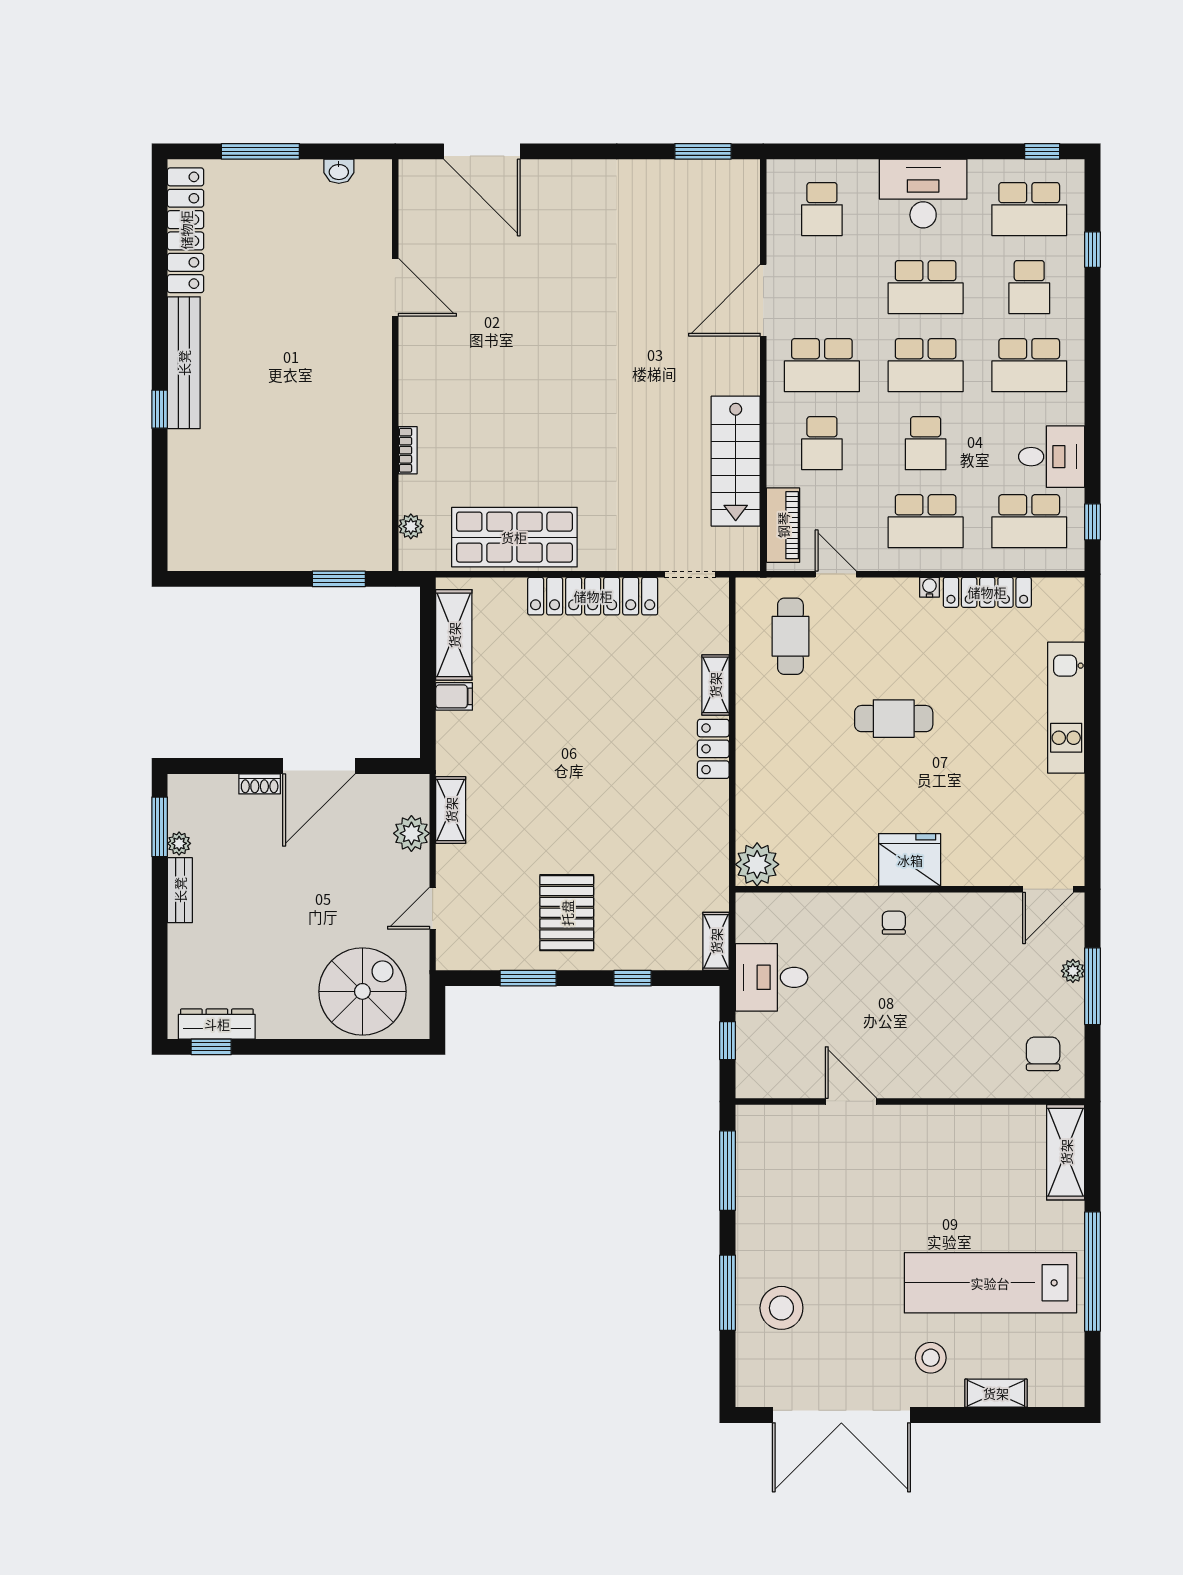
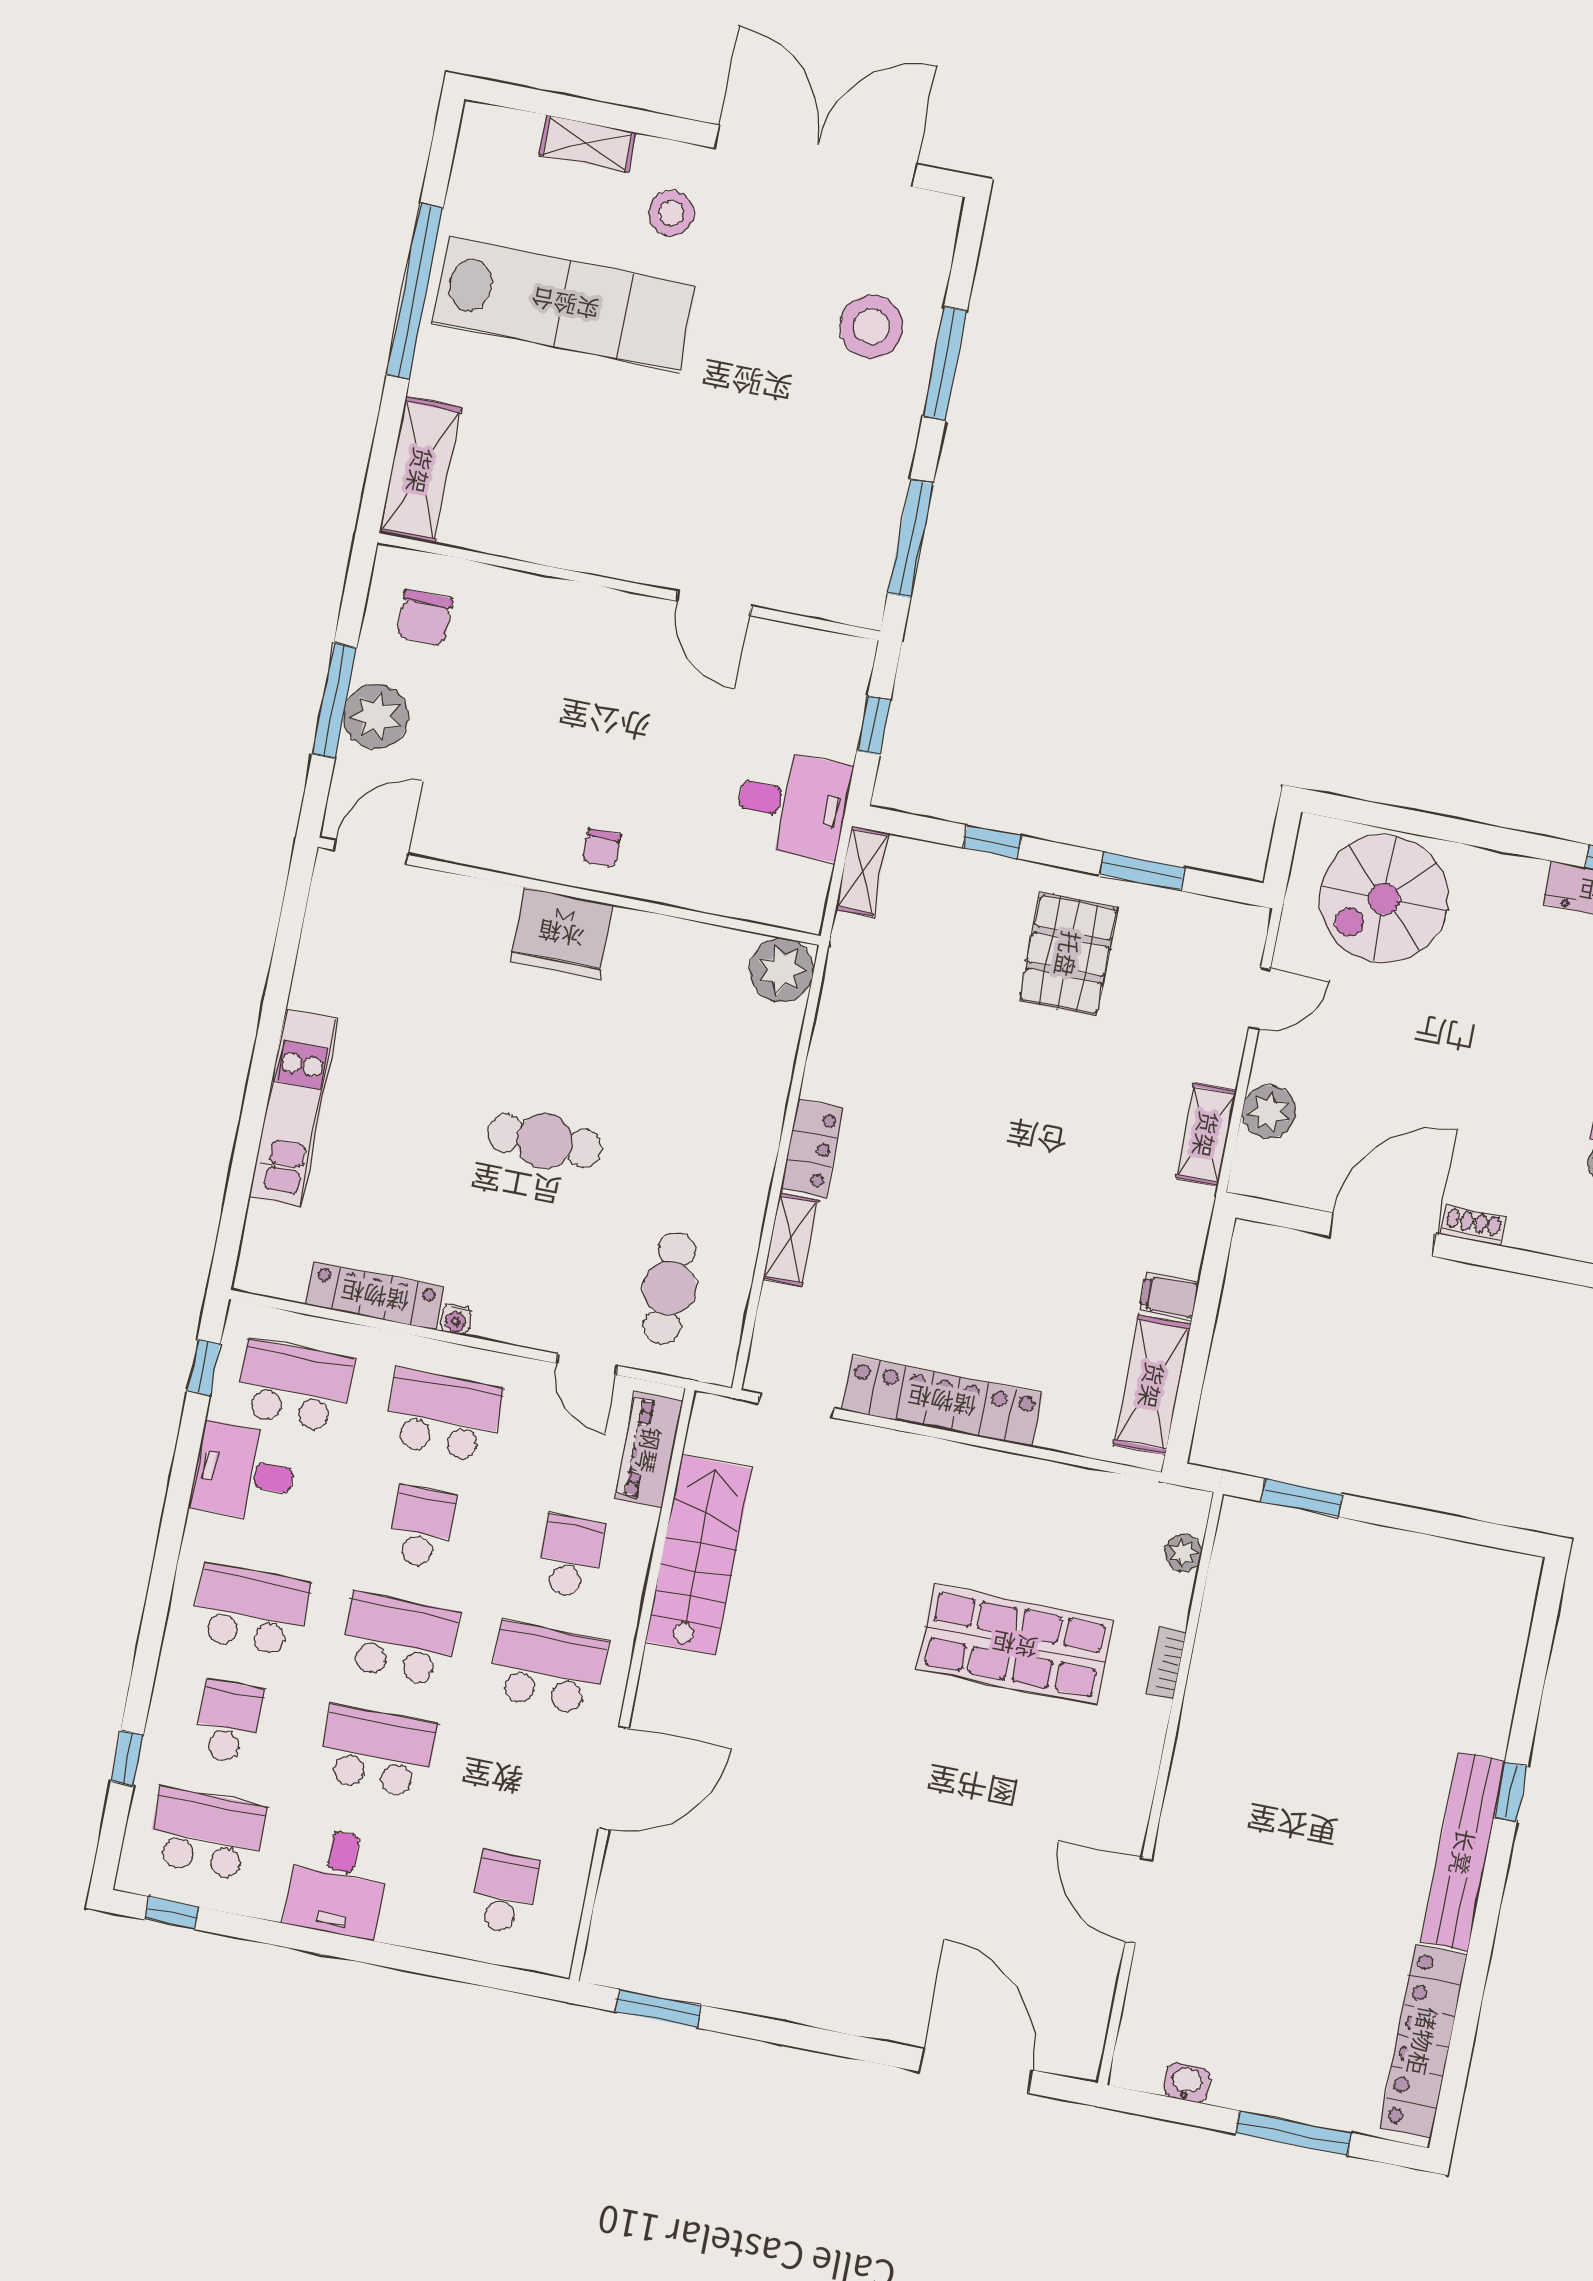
desk: (923, 194) -> (337, 1883), width x0.73
shop shelf: (514, 537) -> (1015, 1645), moved
plant: (1073, 971) -> (376, 716), width x1.87, depth x1.87

